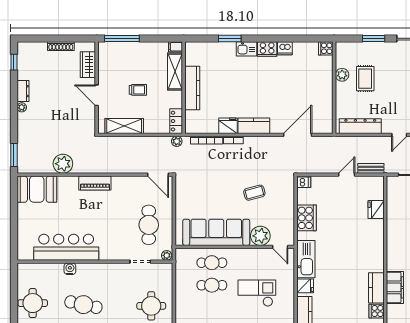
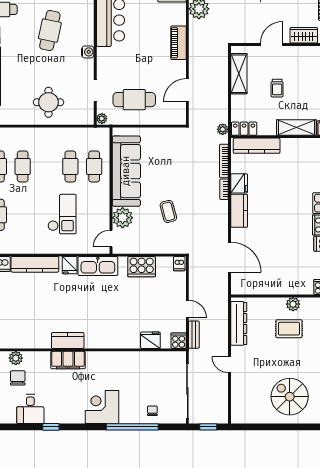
kitchen counter: (192, 88) -> (257, 146), moved
door: (158, 175) -> (187, 90), moved
water cooler: (70, 269) -> (88, 52), moved
cooker: (377, 311) -> (179, 341), moved

